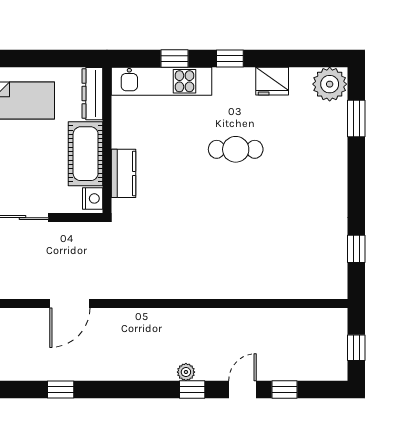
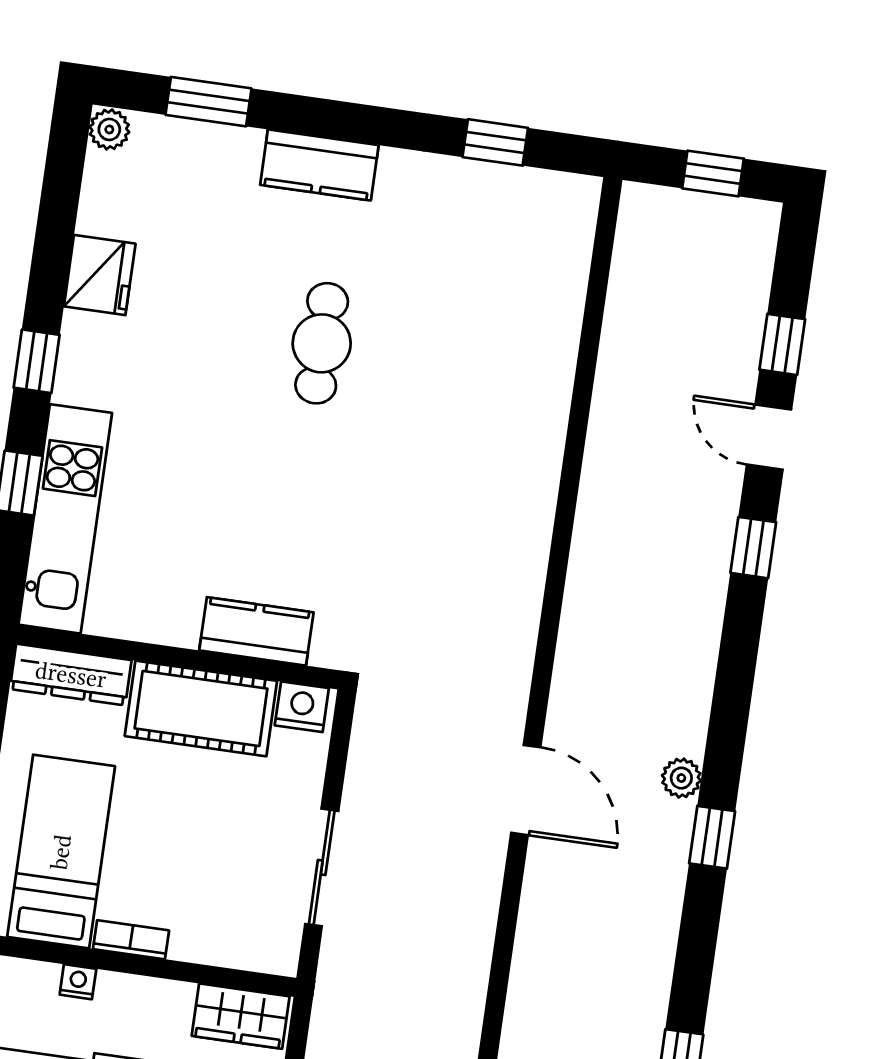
plant: (330, 84) -> (109, 129), width x0.53, depth x0.53
cafe table: (236, 149) -> (322, 343), moved
kitchen counter: (335, 172) -> (319, 165), added
plant: (186, 372) -> (681, 778), moved

